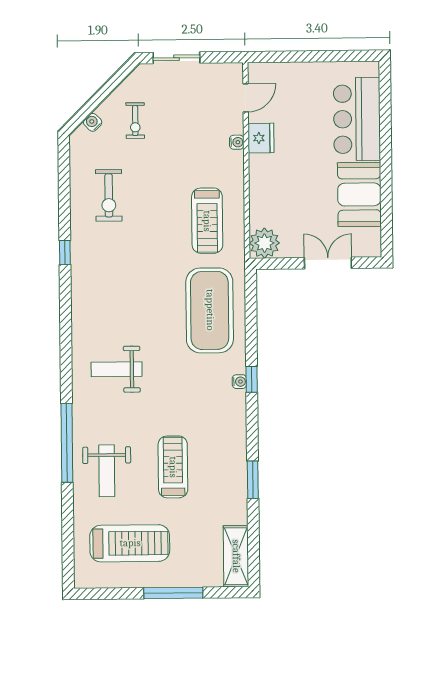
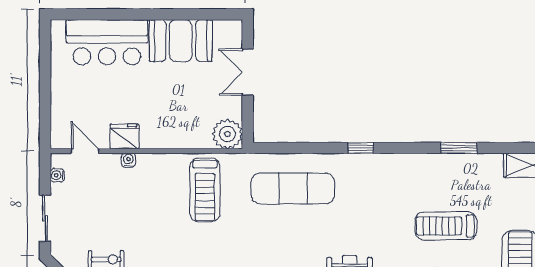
treadmill: (207, 221) -> (205, 190), turned 90
exercise mat: (210, 310) -> (293, 188), width x0.68
water cooler: (239, 382) -> (57, 175), moved, turned -90

